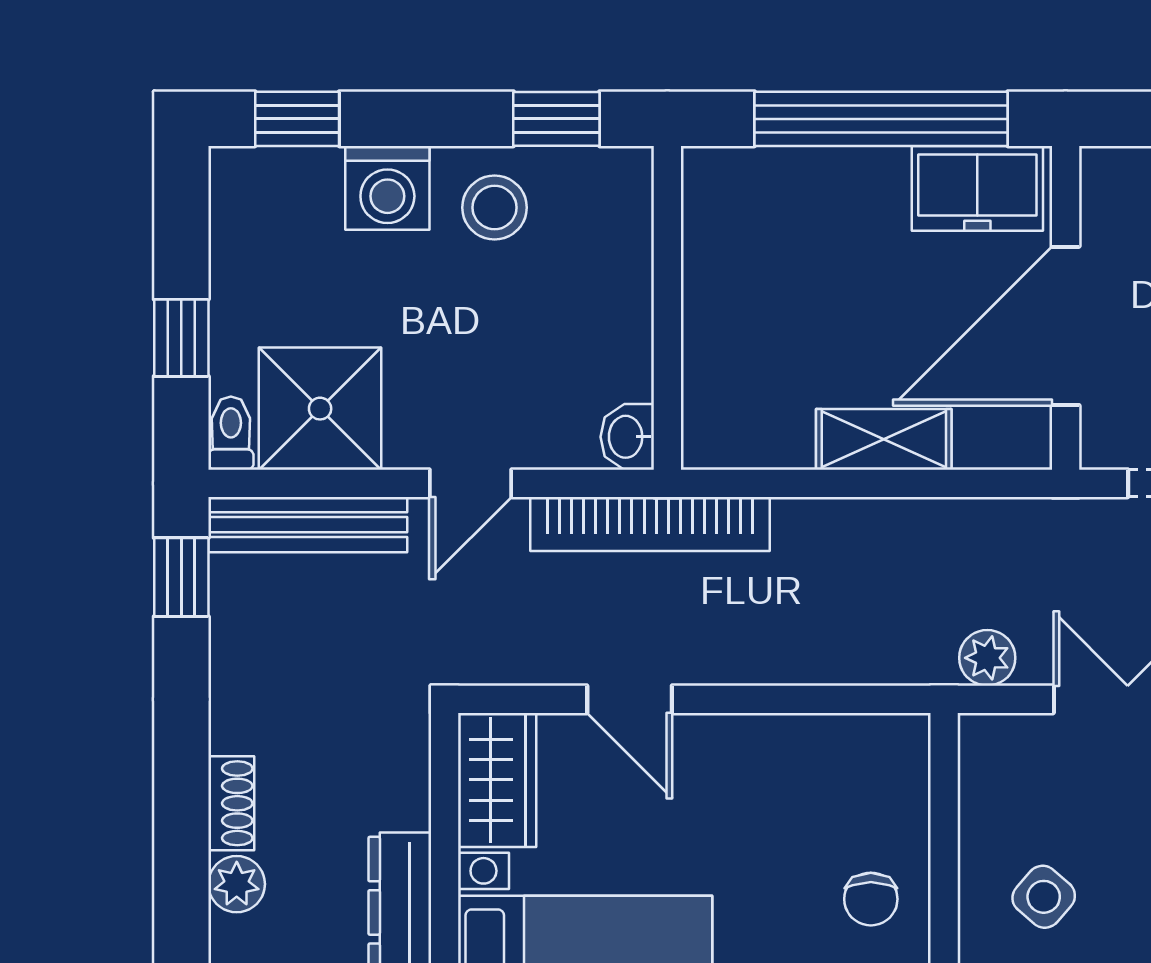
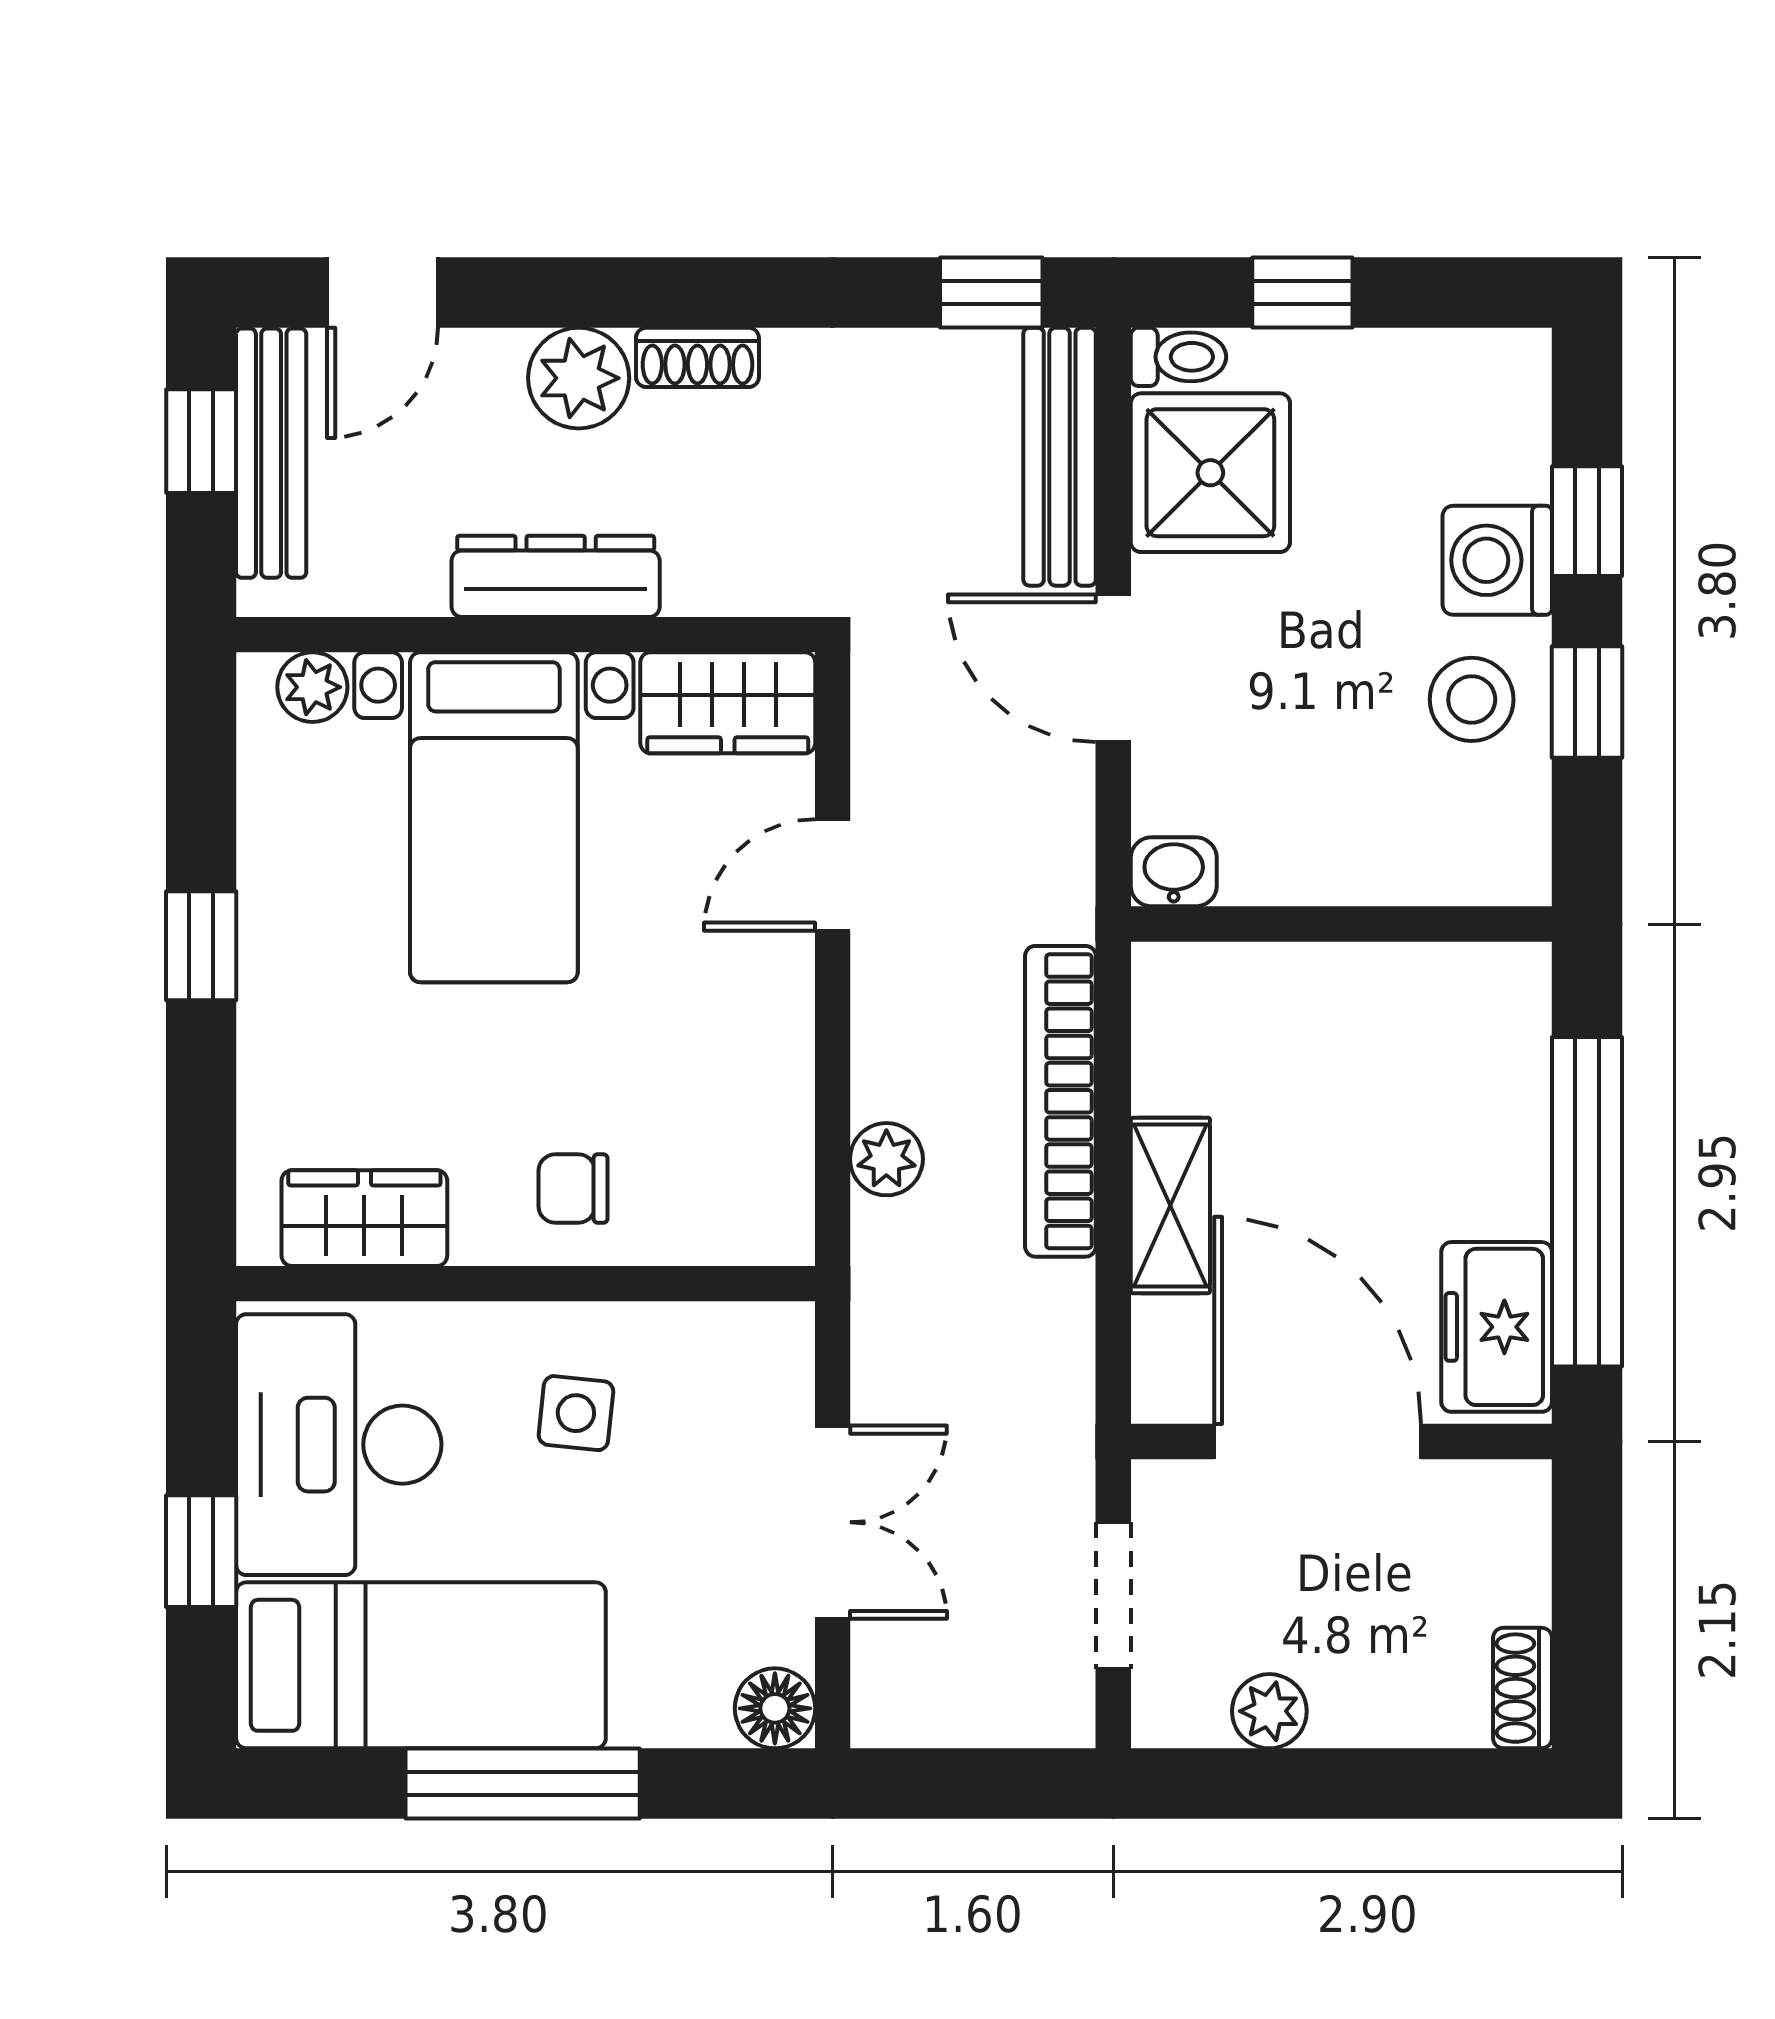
window: (297, 119) -> (1587, 521), moved
window: (556, 119) -> (1587, 702), moved
door: (471, 483) -> (1113, 668), width x1.38
bookcase: (650, 524) -> (1060, 1101), moved
plant: (987, 658) -> (886, 1159), moved
plant: (237, 884) -> (579, 378), width x1.38, depth x1.38
side table: (1044, 897) -> (576, 1413), turned -35

